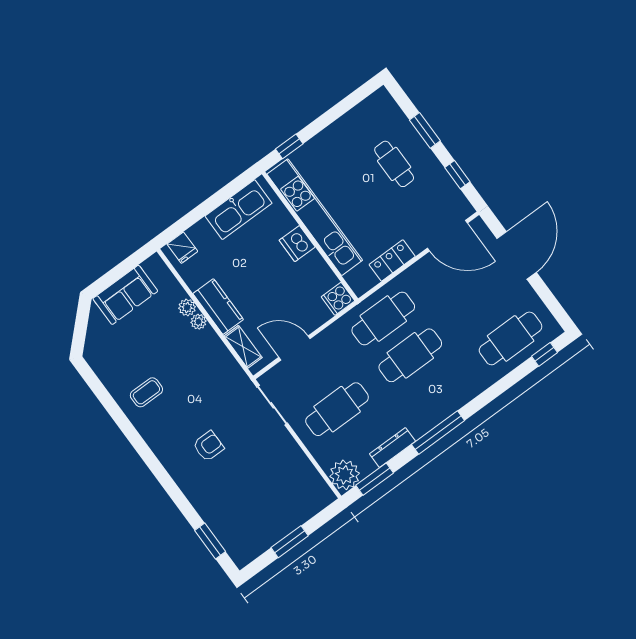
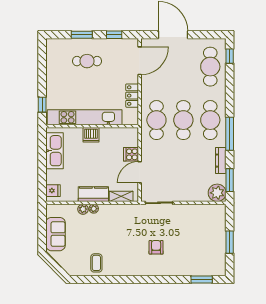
cooker: (338, 299) -> (131, 154), moved, turned 90
coffee table: (146, 392) -> (96, 263), moved
cafe table: (337, 409) -> (210, 120), moved

